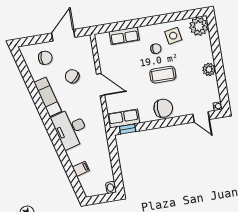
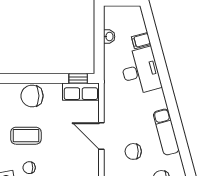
chair: (72, 76) -> (133, 151), turned 137
desk: (70, 128) -> (140, 71), moved
washbasin: (111, 187) -> (109, 37), moved

